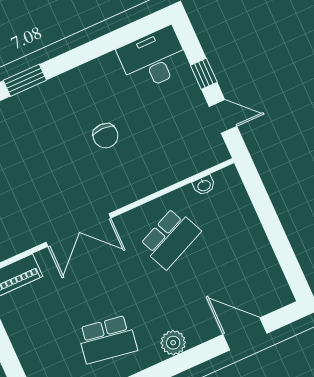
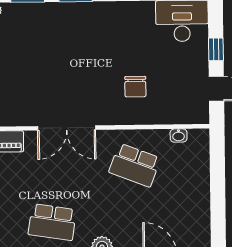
chair: (105, 136) -> (135, 87), moved
school desk: (170, 238) -> (135, 165), turned 45

